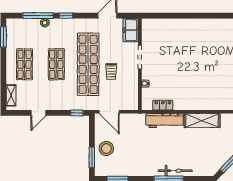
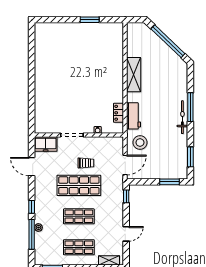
shop shelf: (88, 64) -> (79, 185), width x0.71
door: (38, 113) -> (126, 234), hinge flipped
workbench: (165, 121) -> (134, 116), width x0.73
stool: (106, 148) -> (140, 142), moved
bicycle: (175, 171) -> (182, 117), moved

